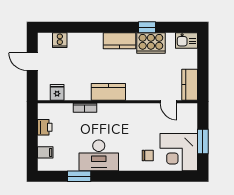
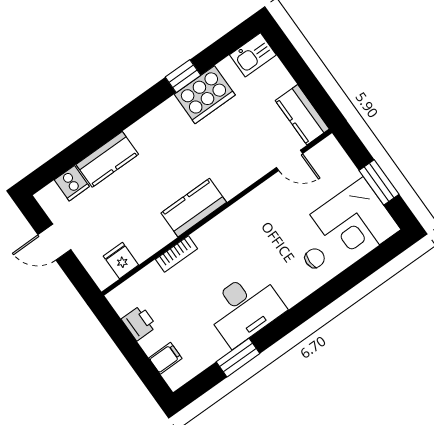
kitchen counter: (119, 41) -> (107, 159), moved

